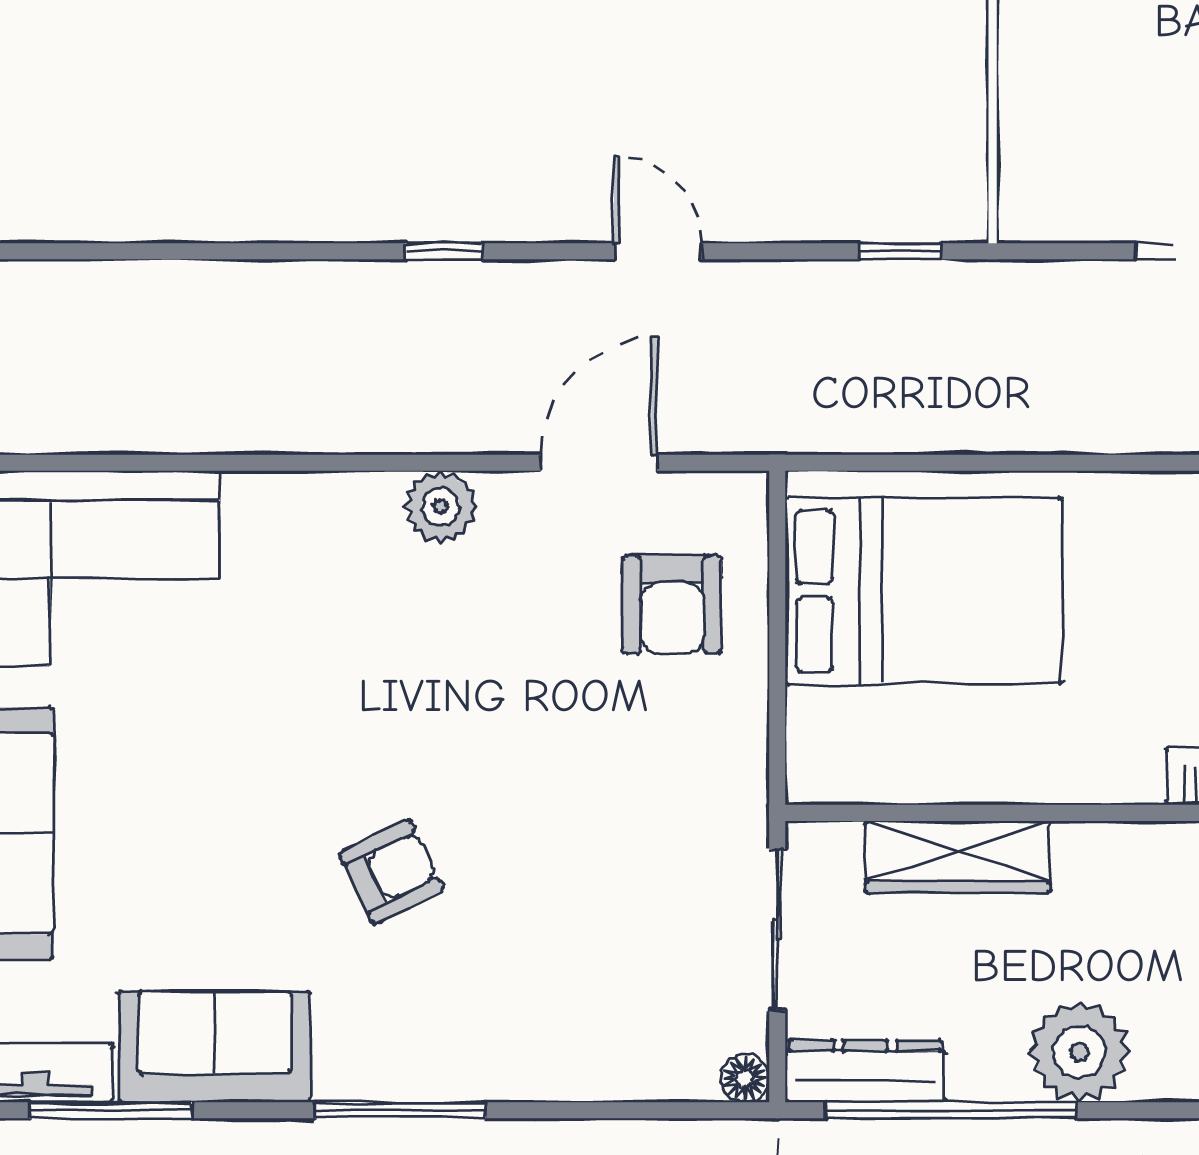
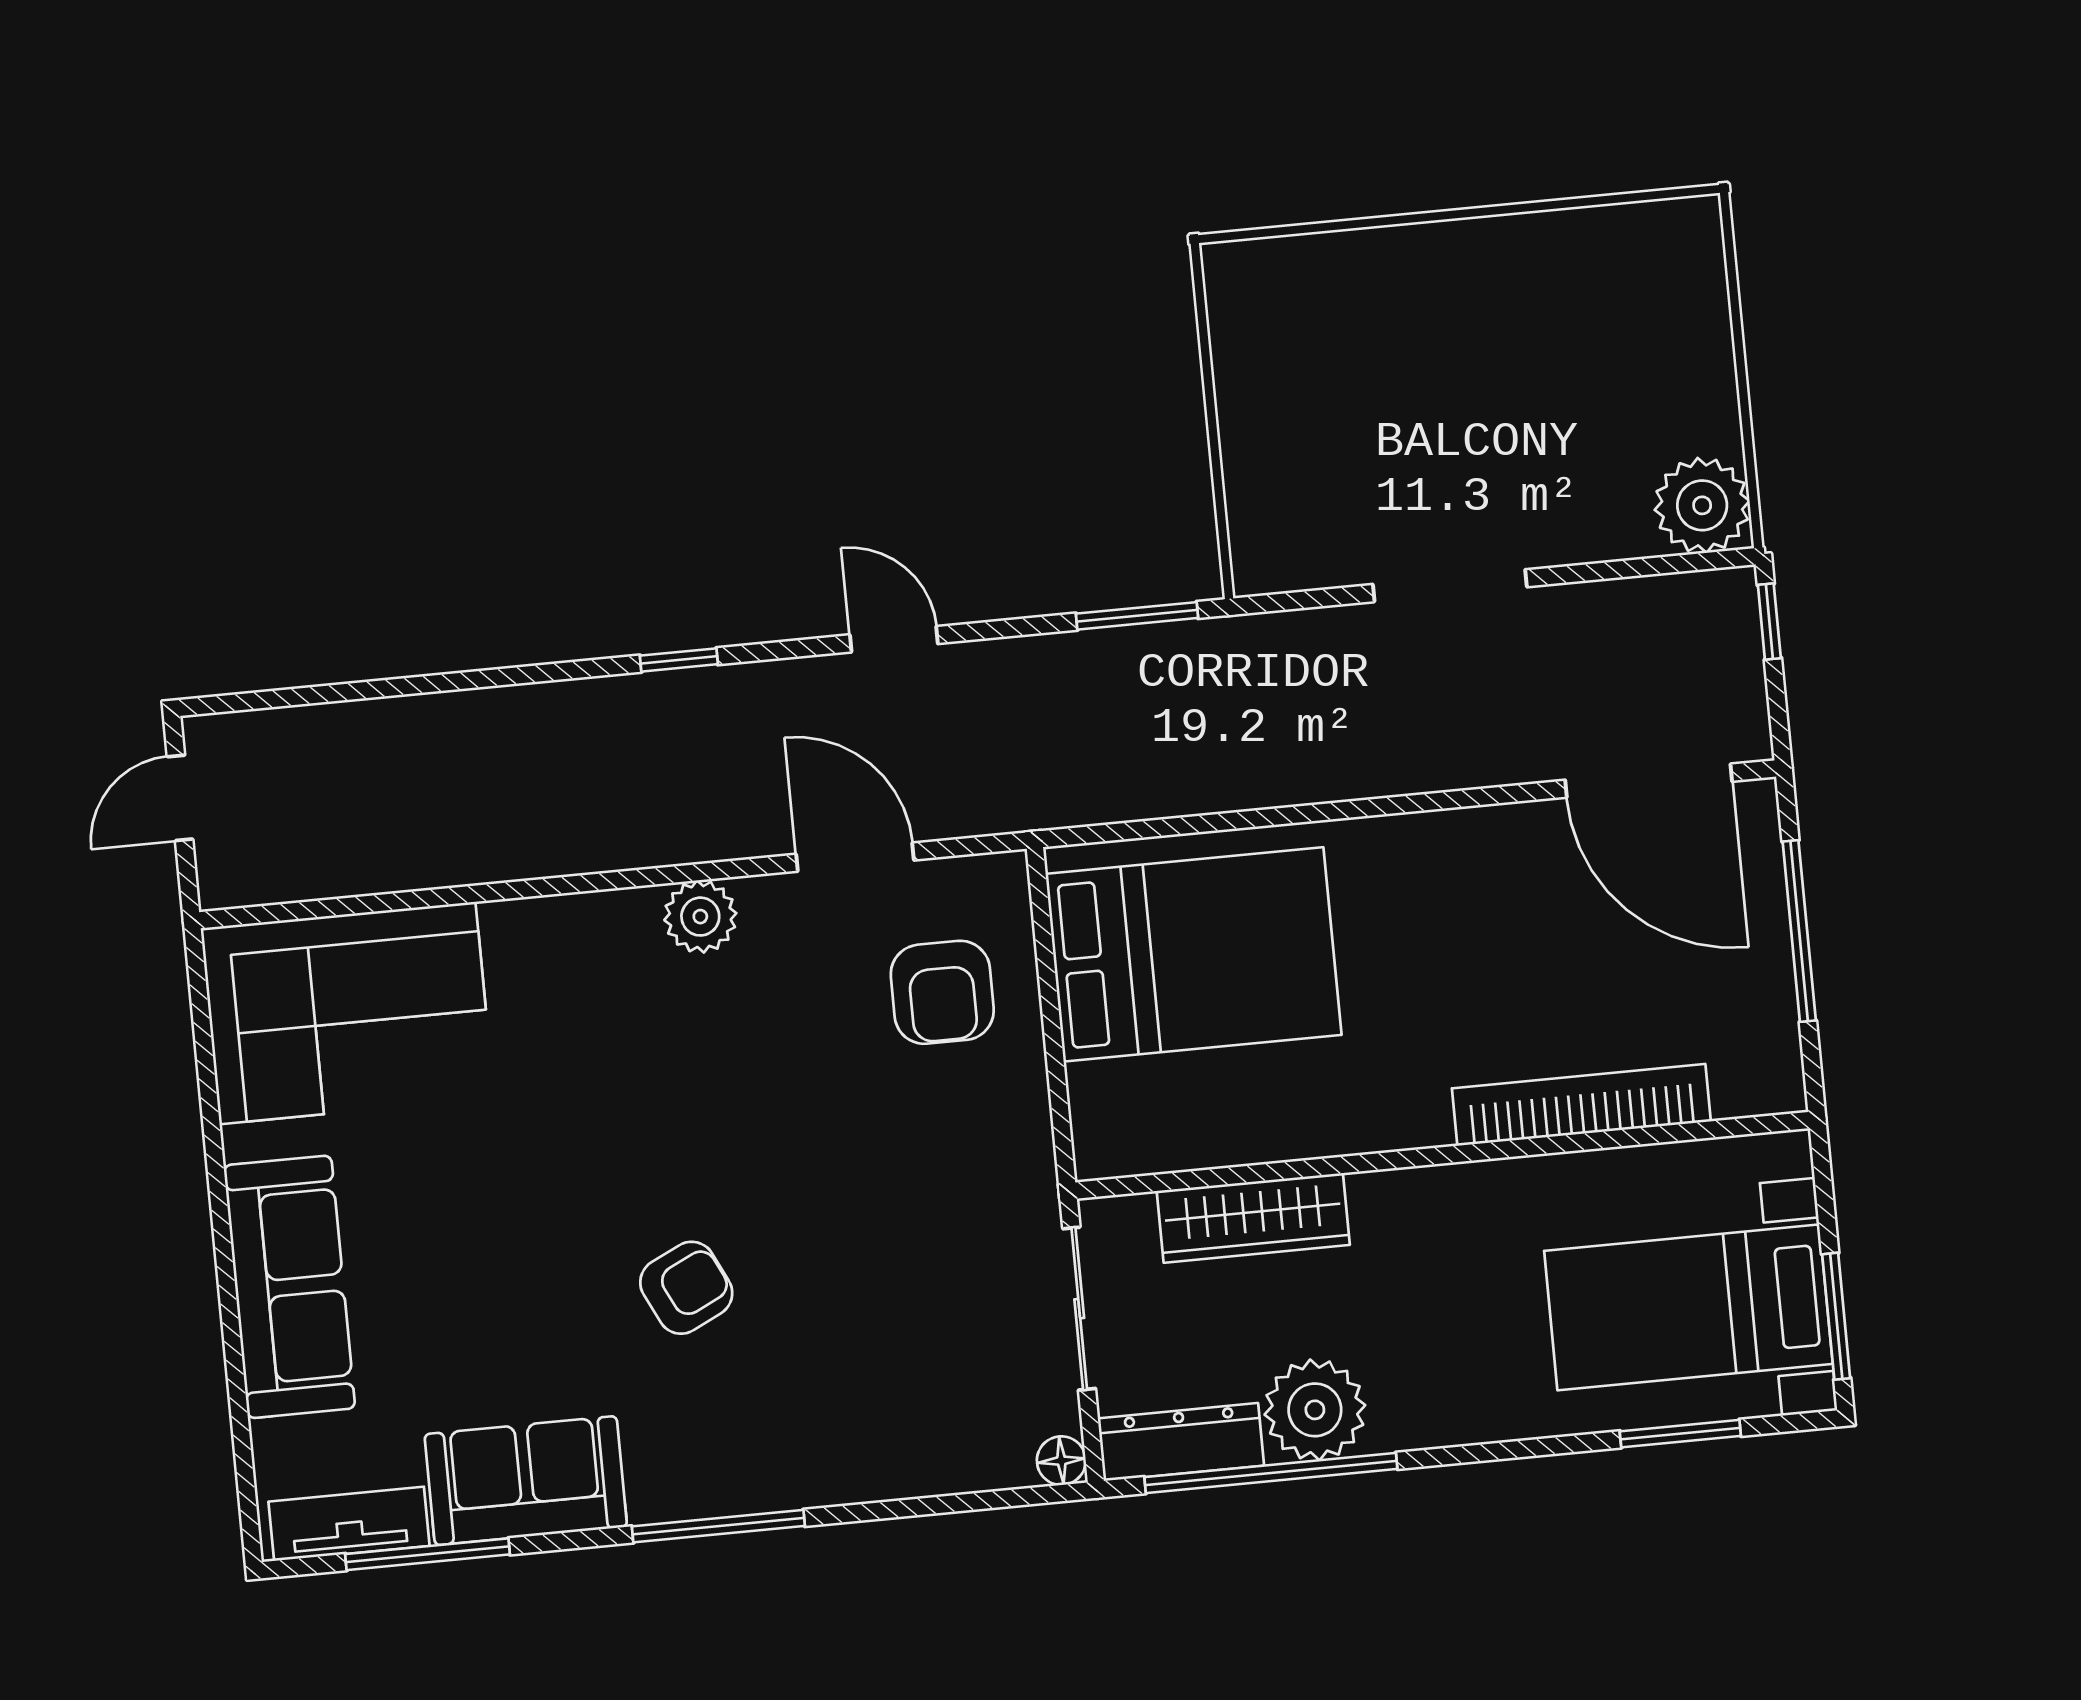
window: (900, 251) -> (1137, 616), width x1.50
door: (599, 463) -> (855, 857), hinge flipped
plant: (1079, 1052) -> (1315, 1410), moved

